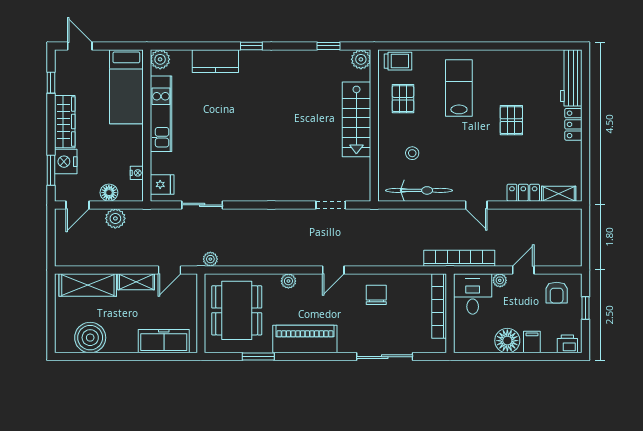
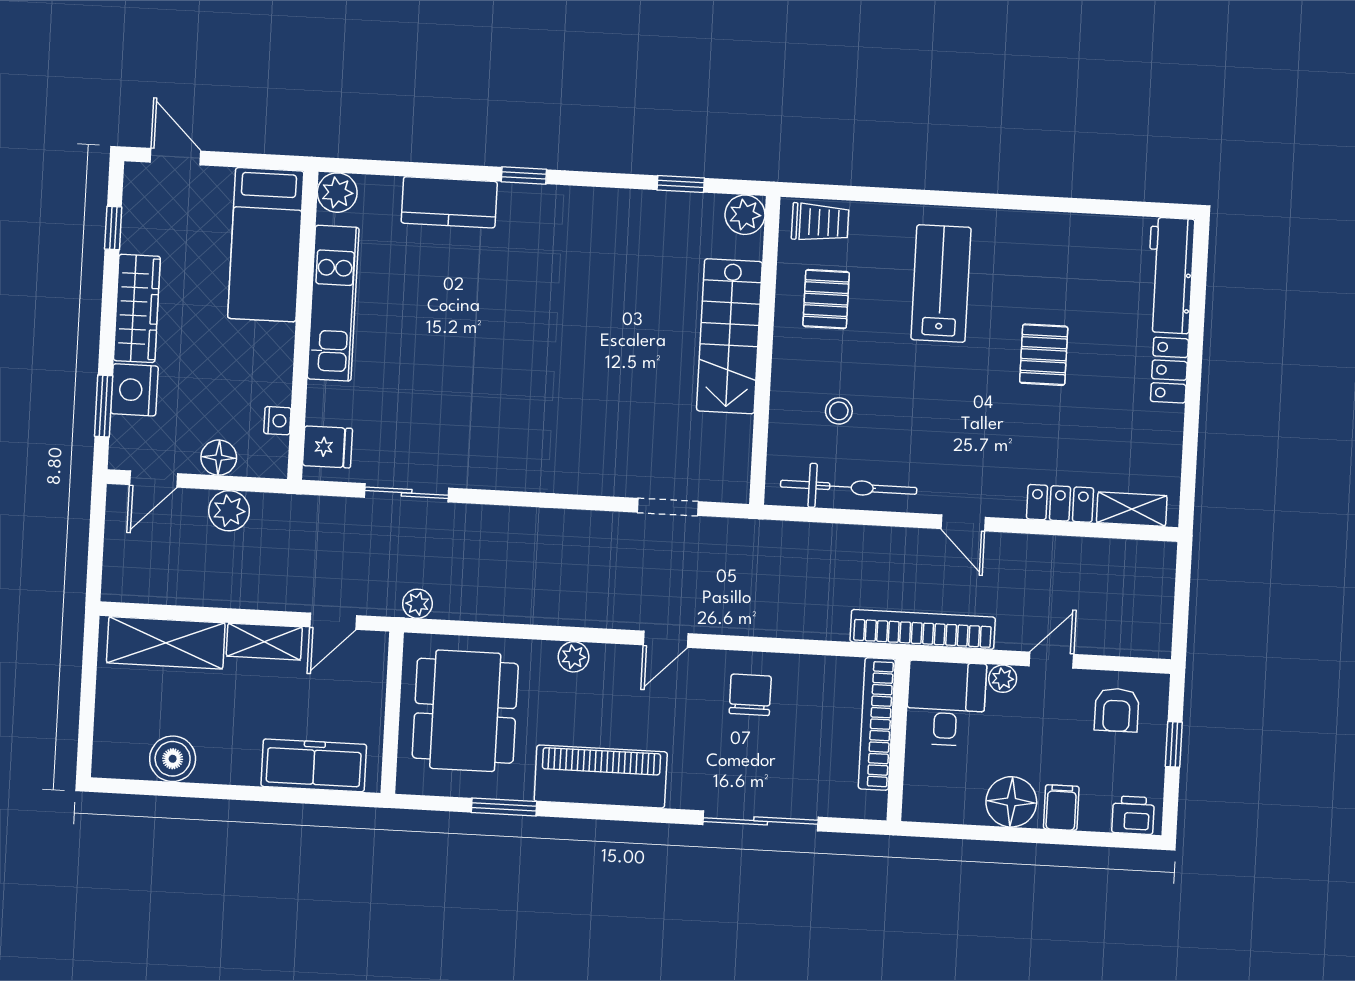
boiler: (90, 338) -> (173, 759), width x0.73, depth x0.73

